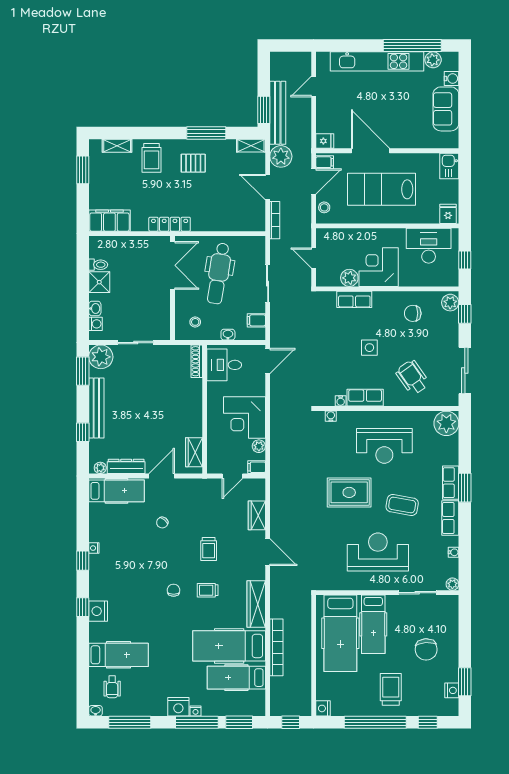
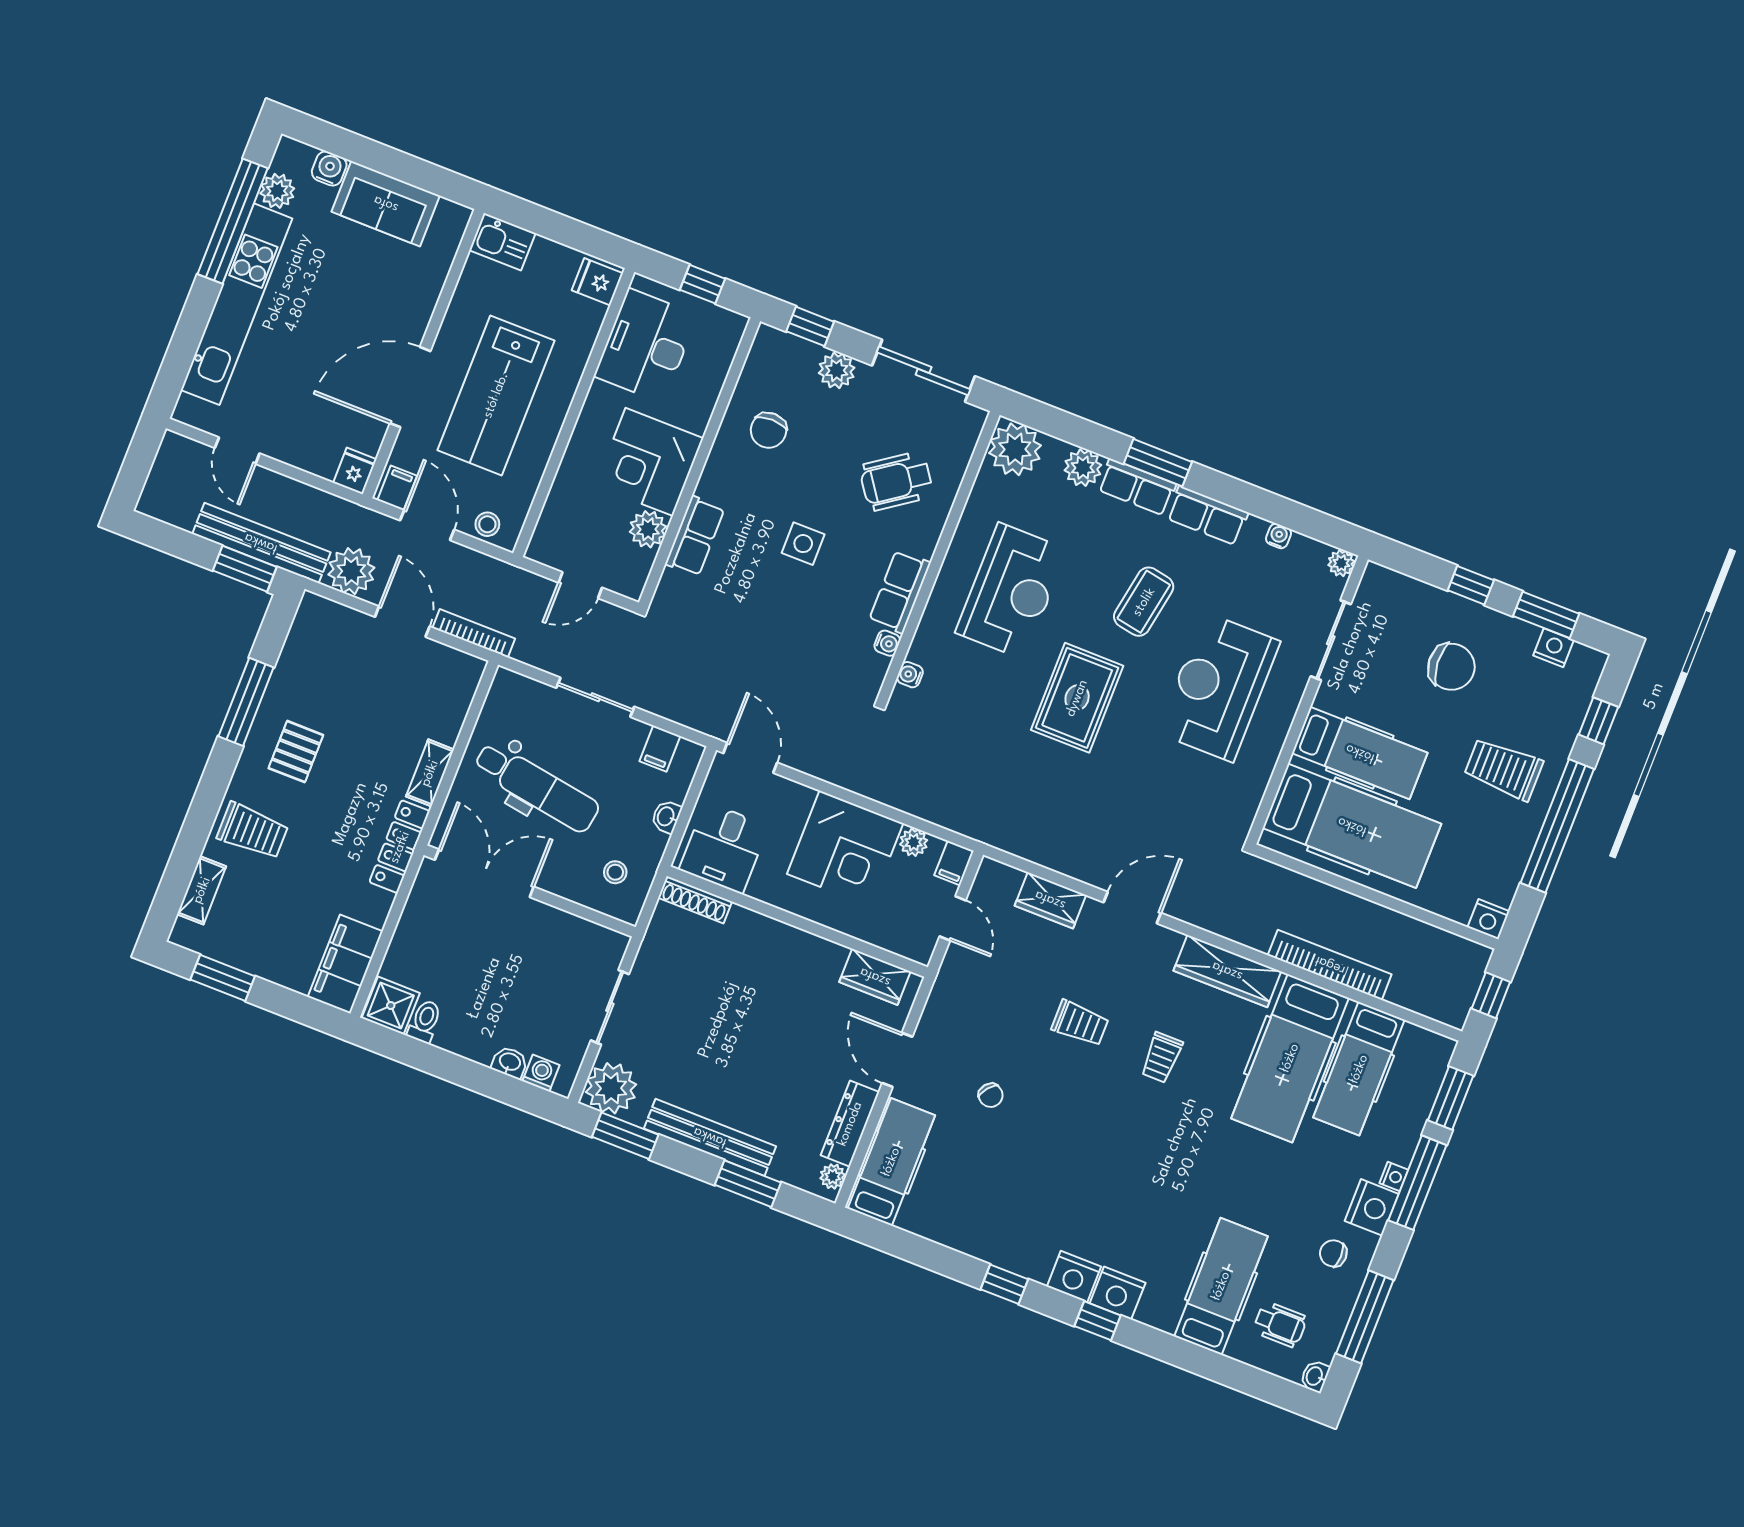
shelving: (251, 146) -> (430, 773), moved
door: (268, 187) -> (402, 622), swing flipped
shower: (99, 282) -> (391, 1006), moved
plant: (450, 303) -> (837, 370), moved
window: (83, 432) -> (748, 1184), width x1.50
plant: (450, 456) -> (1083, 468), added
nightstand: (94, 548) -> (1074, 1277), moved, width x1.89, depth x1.79
chair: (174, 590) -> (1333, 1253), moved
window: (465, 644) -> (1471, 585), added

